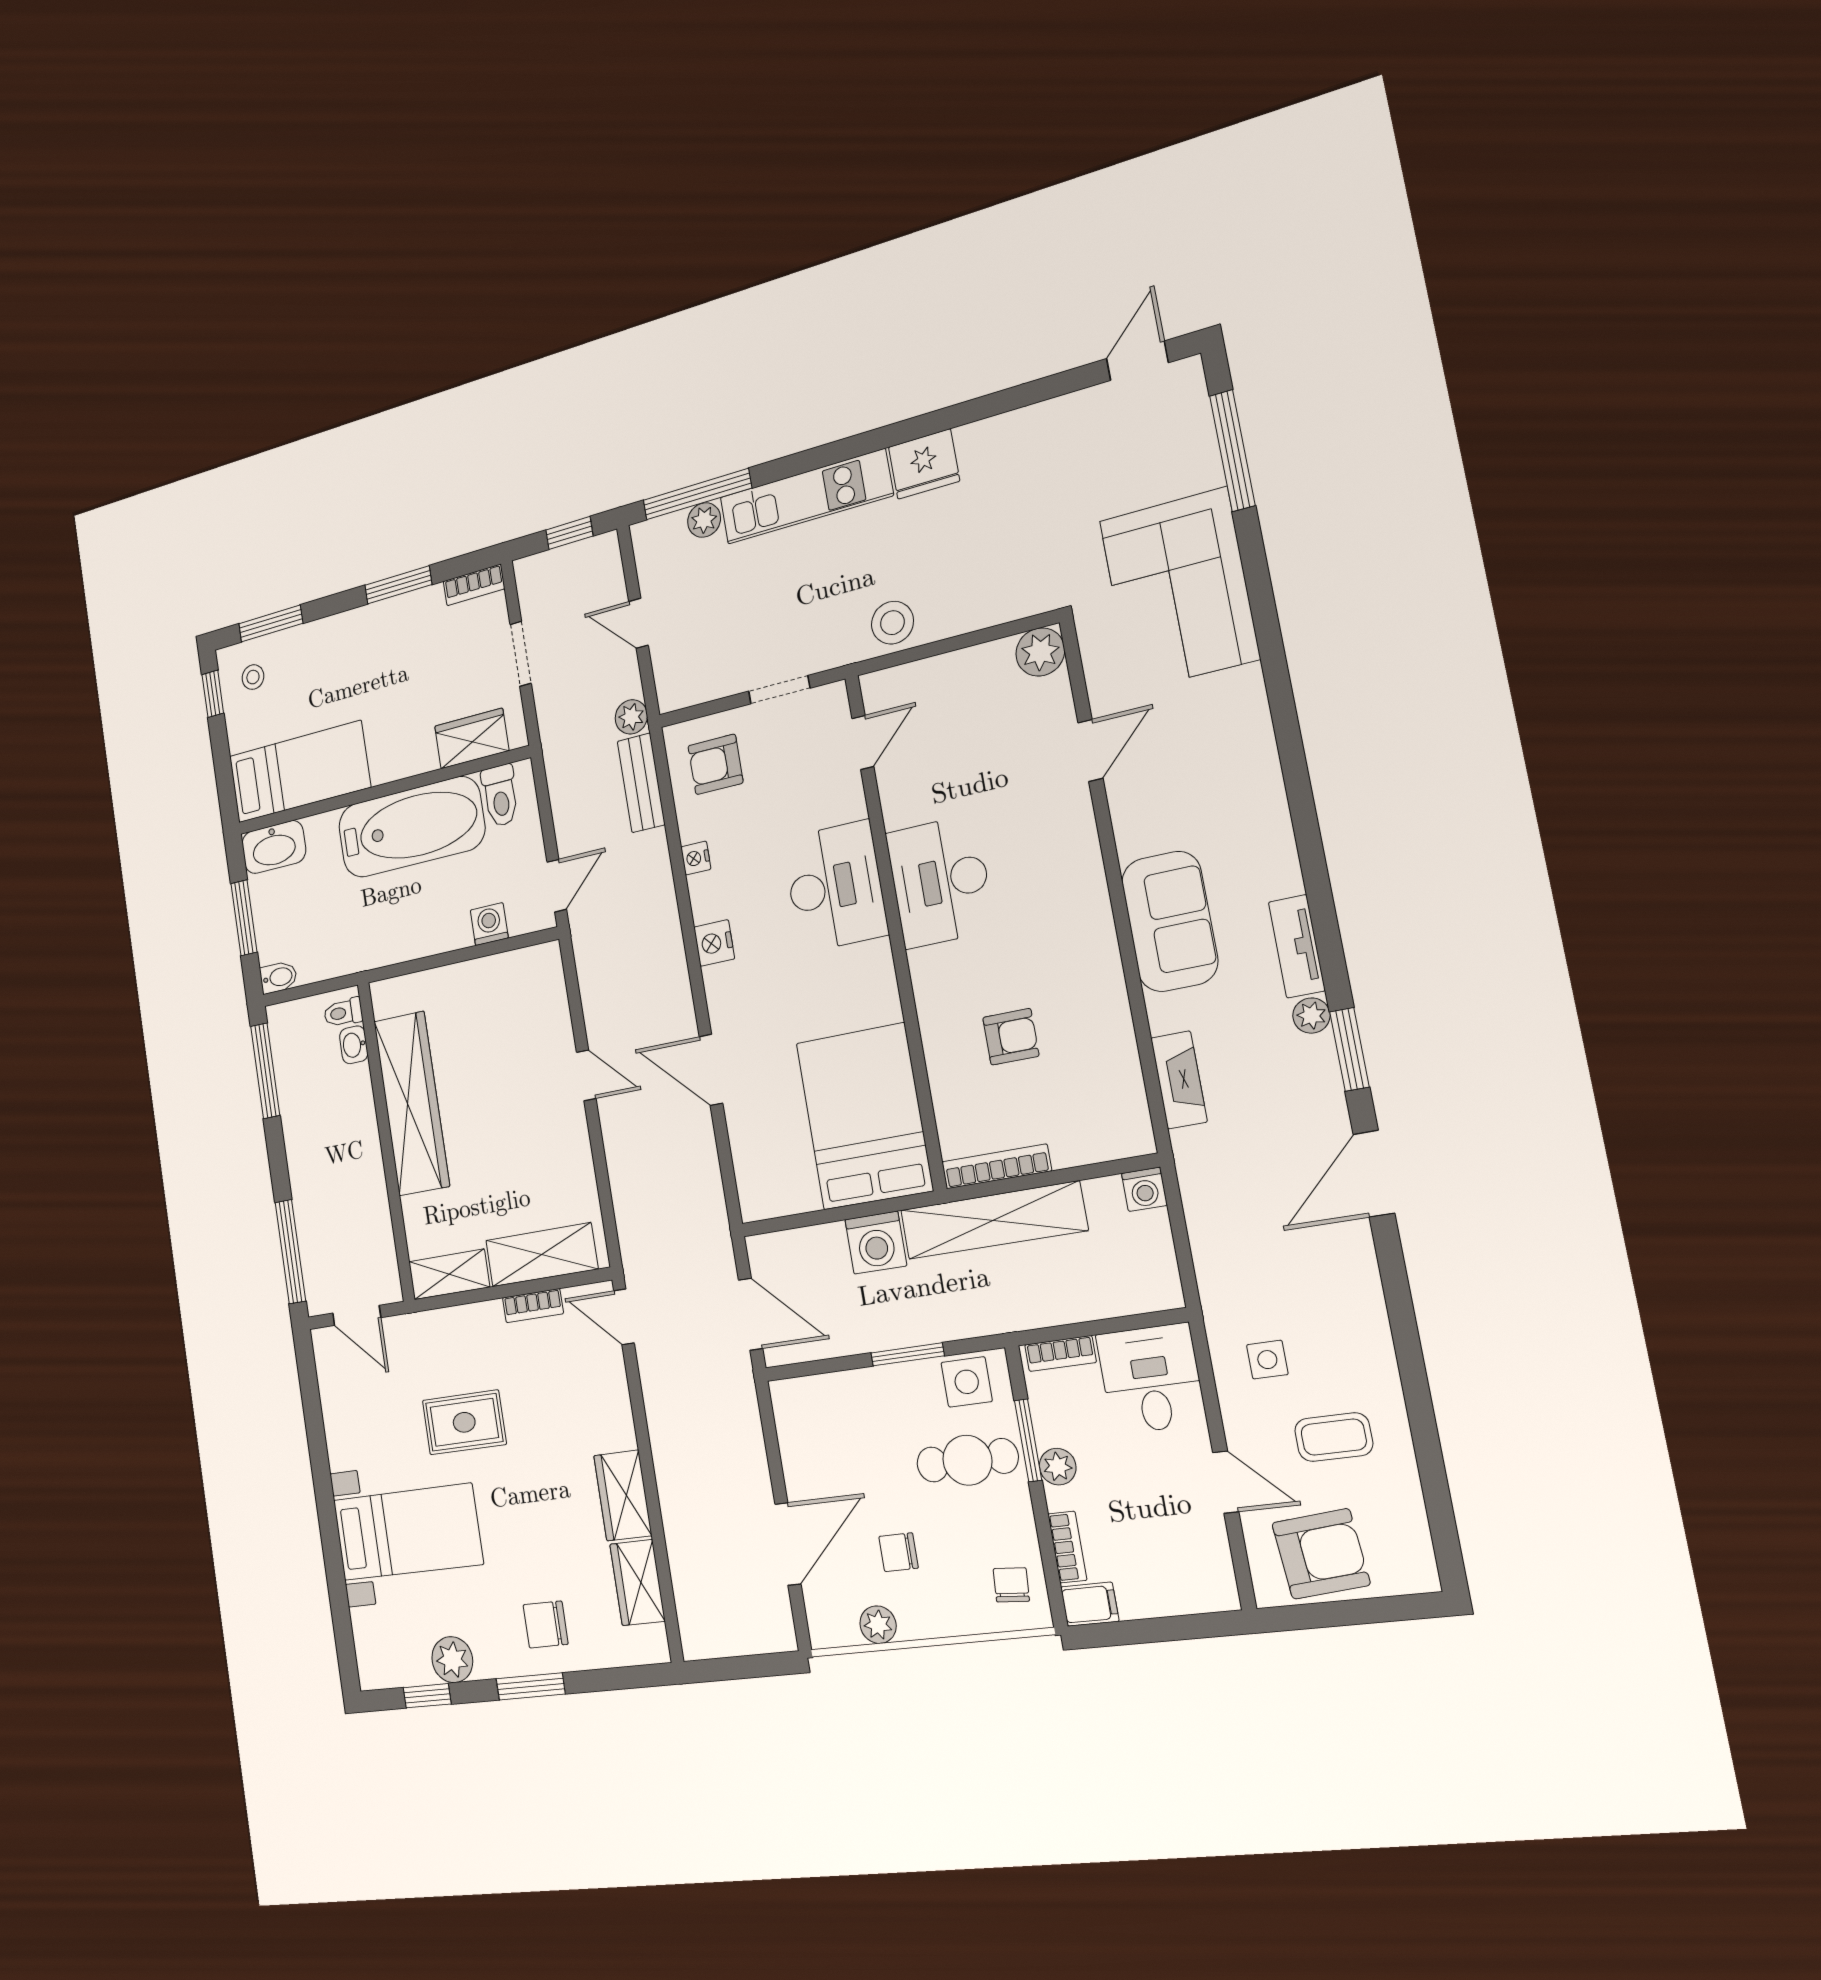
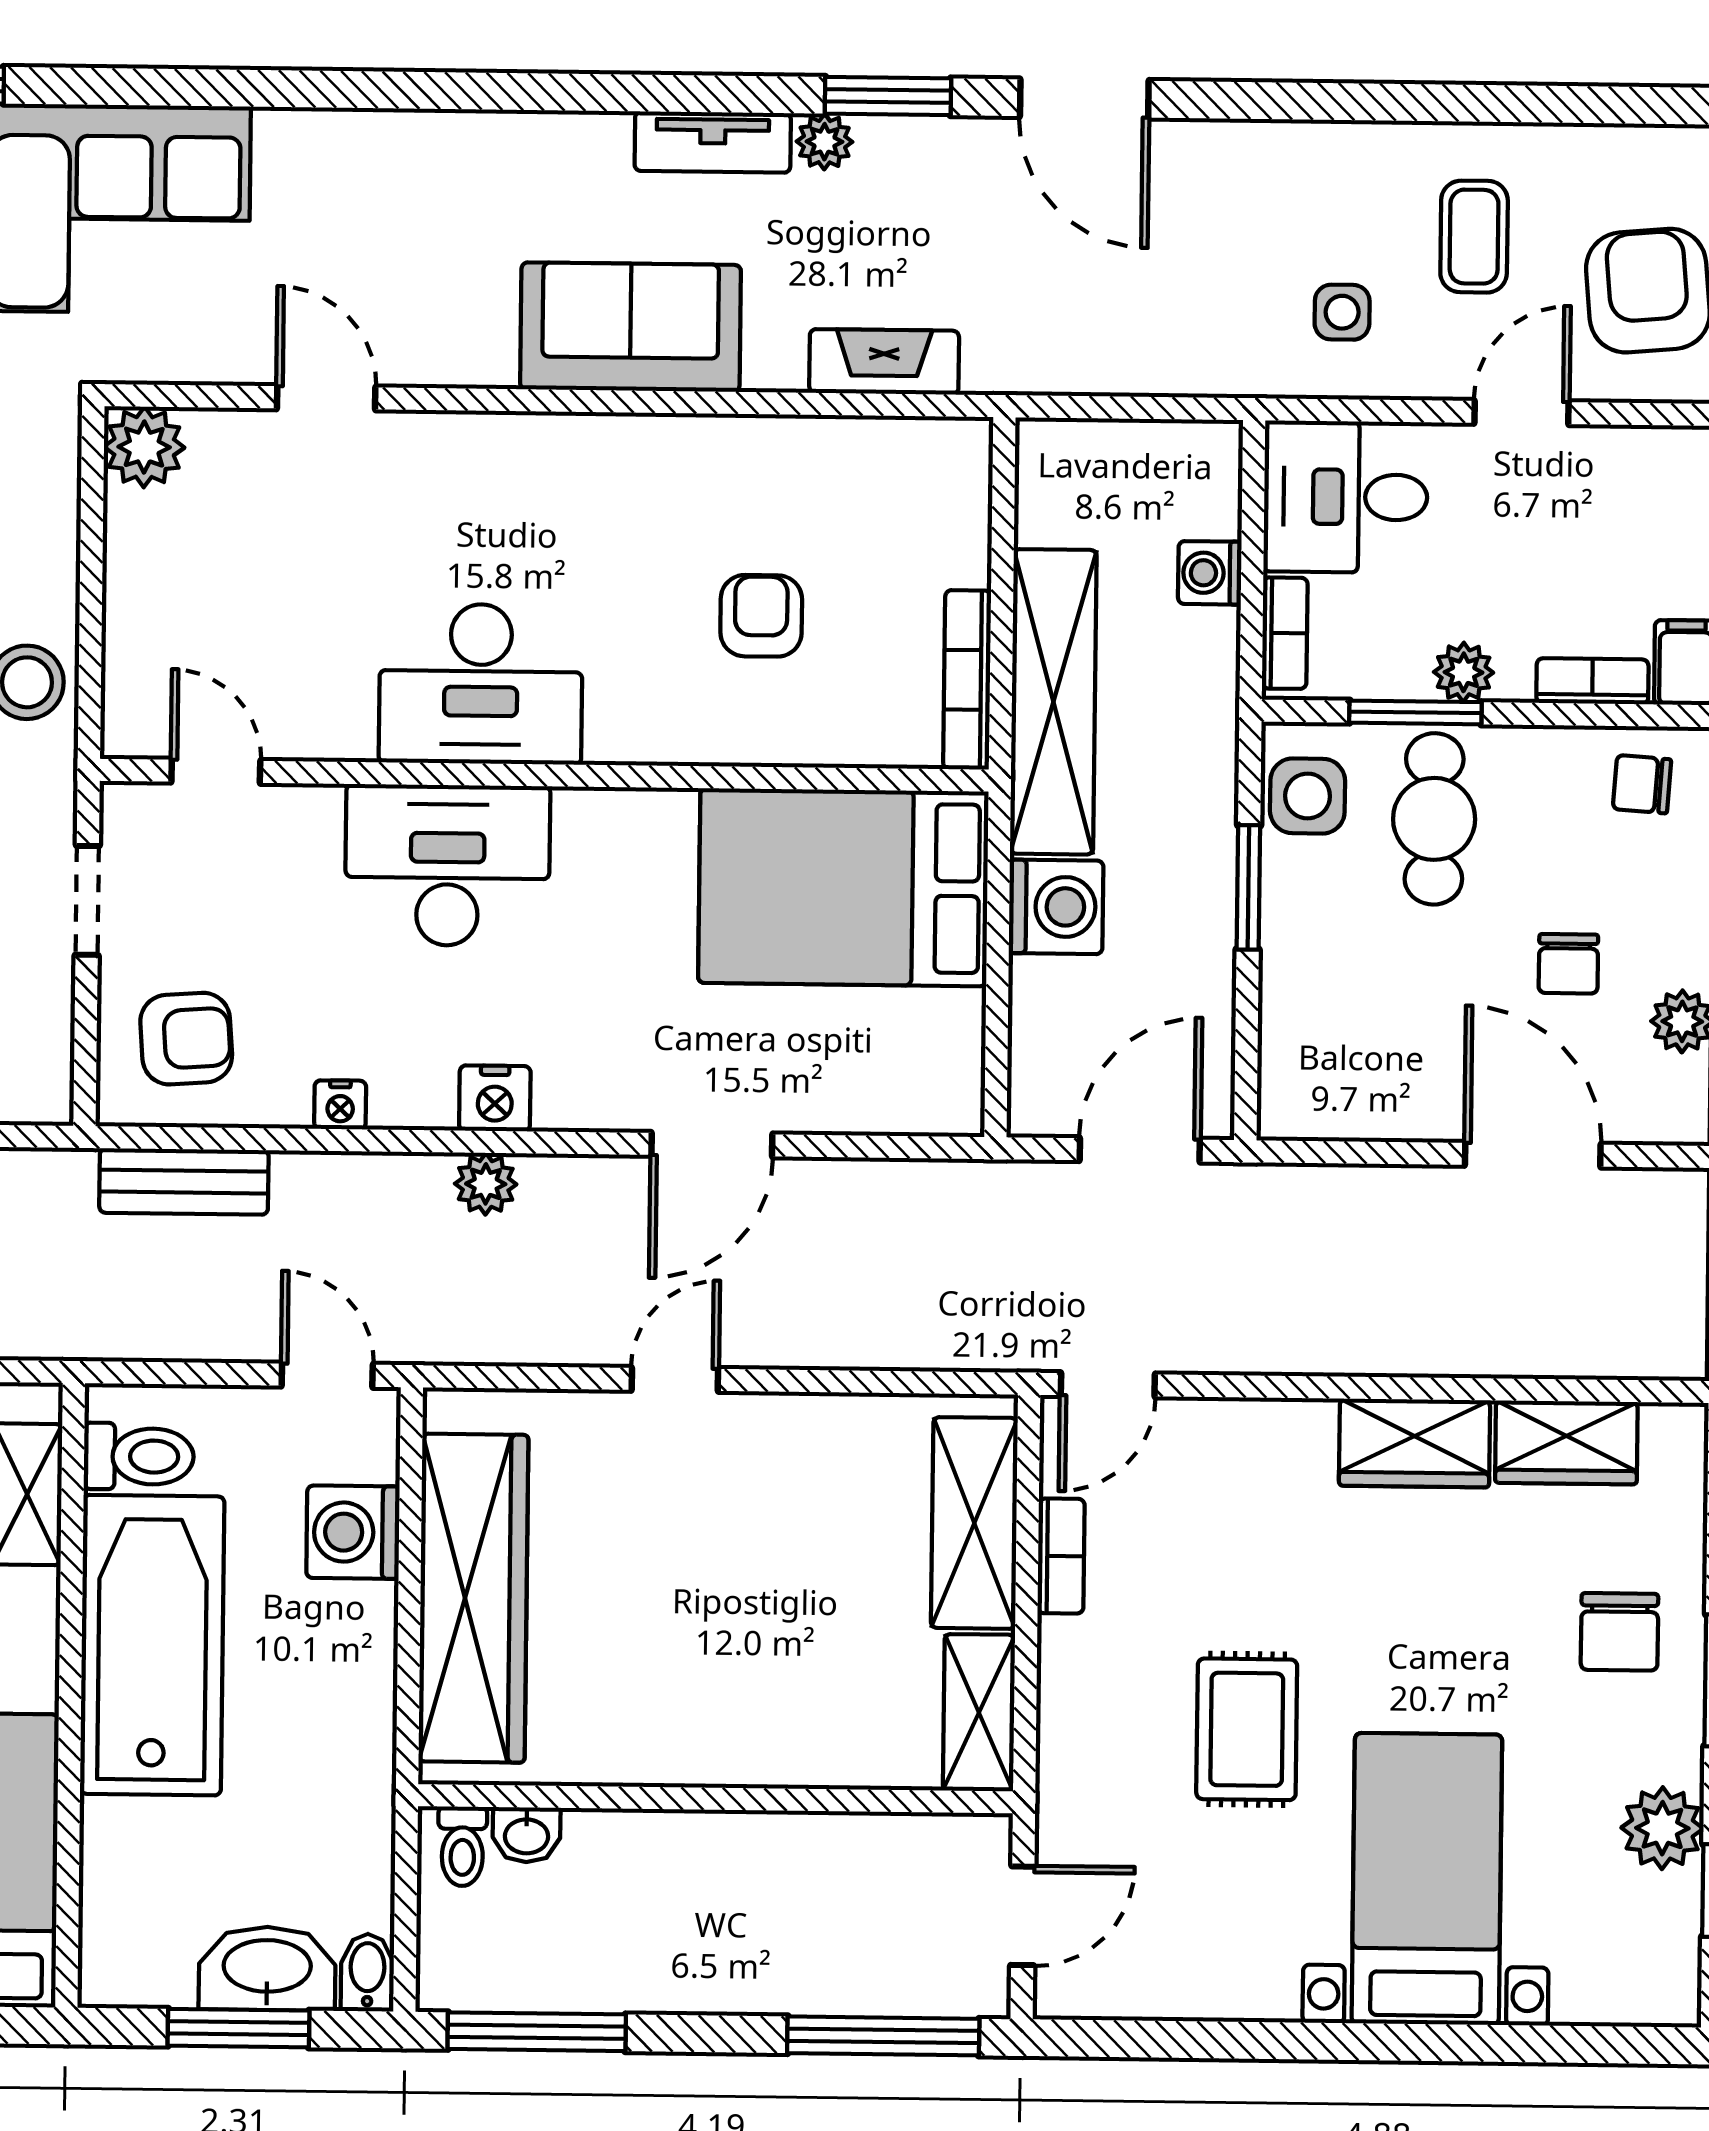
plant: (631, 717) -> (486, 1184), moved
armchair: (716, 764) -> (186, 1039), turned -94
washbasin: (274, 847) -> (267, 1968), moved, turned -90
washing machine: (489, 924) -> (353, 1532), width x1.38, depth x1.38
wardrobe: (412, 1103) -> (473, 1598), moved, turned 90
washing machine: (1144, 1189) -> (1210, 573), moved, turned 180

